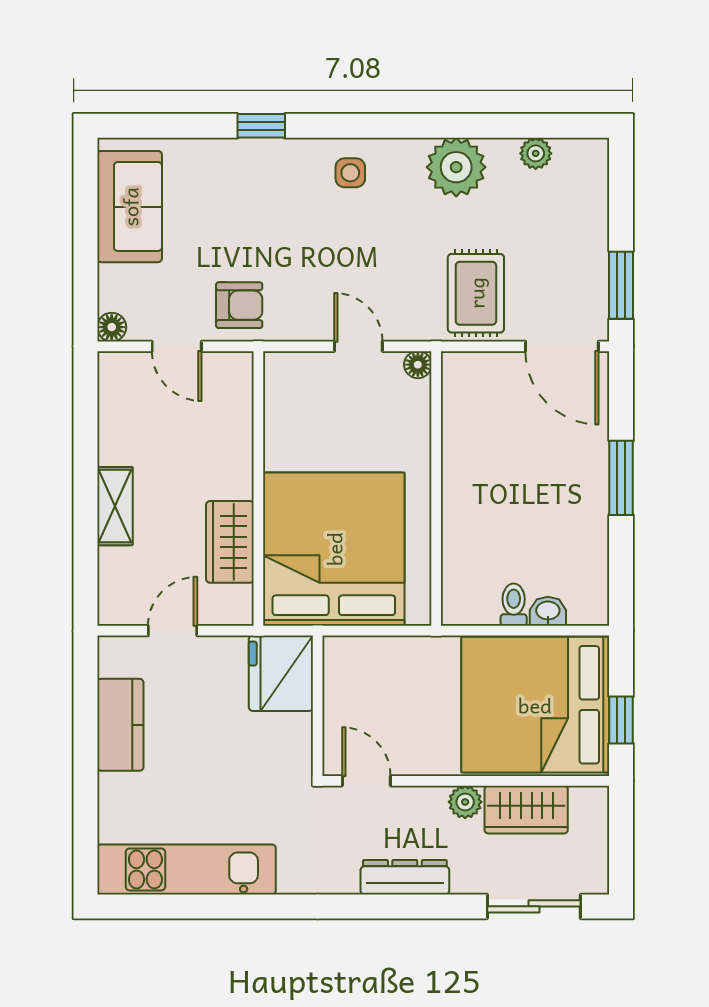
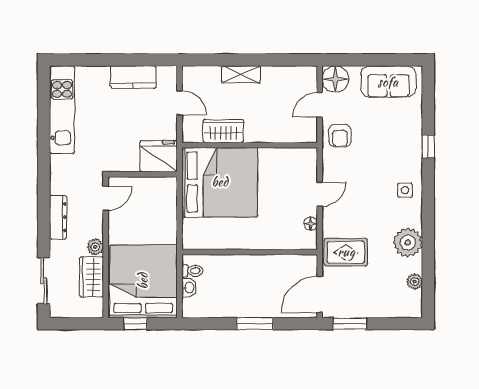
floor lamp: (112, 327) -> (335, 79), width x1.89, depth x1.89
wall: (436, 488) -> (250, 252), moved

